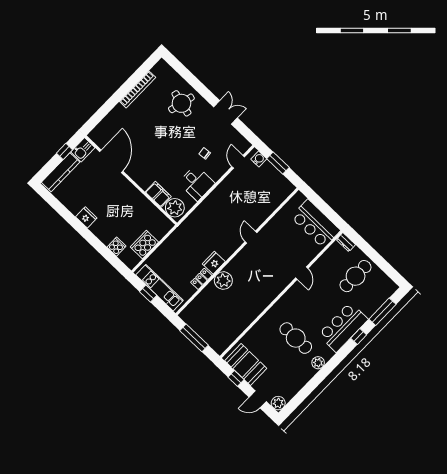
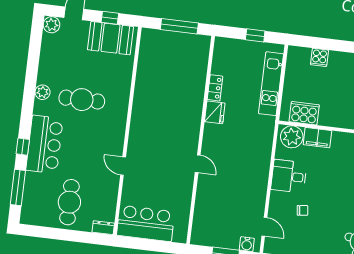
cooker: (144, 244) -> (304, 113), moved, turned -90
plant: (223, 281) -> (193, 102), removed
kitchen unit: (159, 288) -> (271, 84), moved, turned 90

